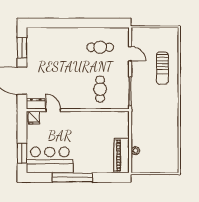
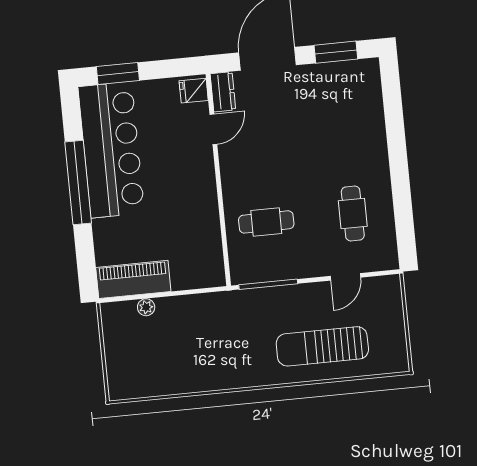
sun lounger: (162, 68) -> (322, 346), width x1.36, depth x1.34
bar counter: (50, 160) -> (111, 150), width x1.36

